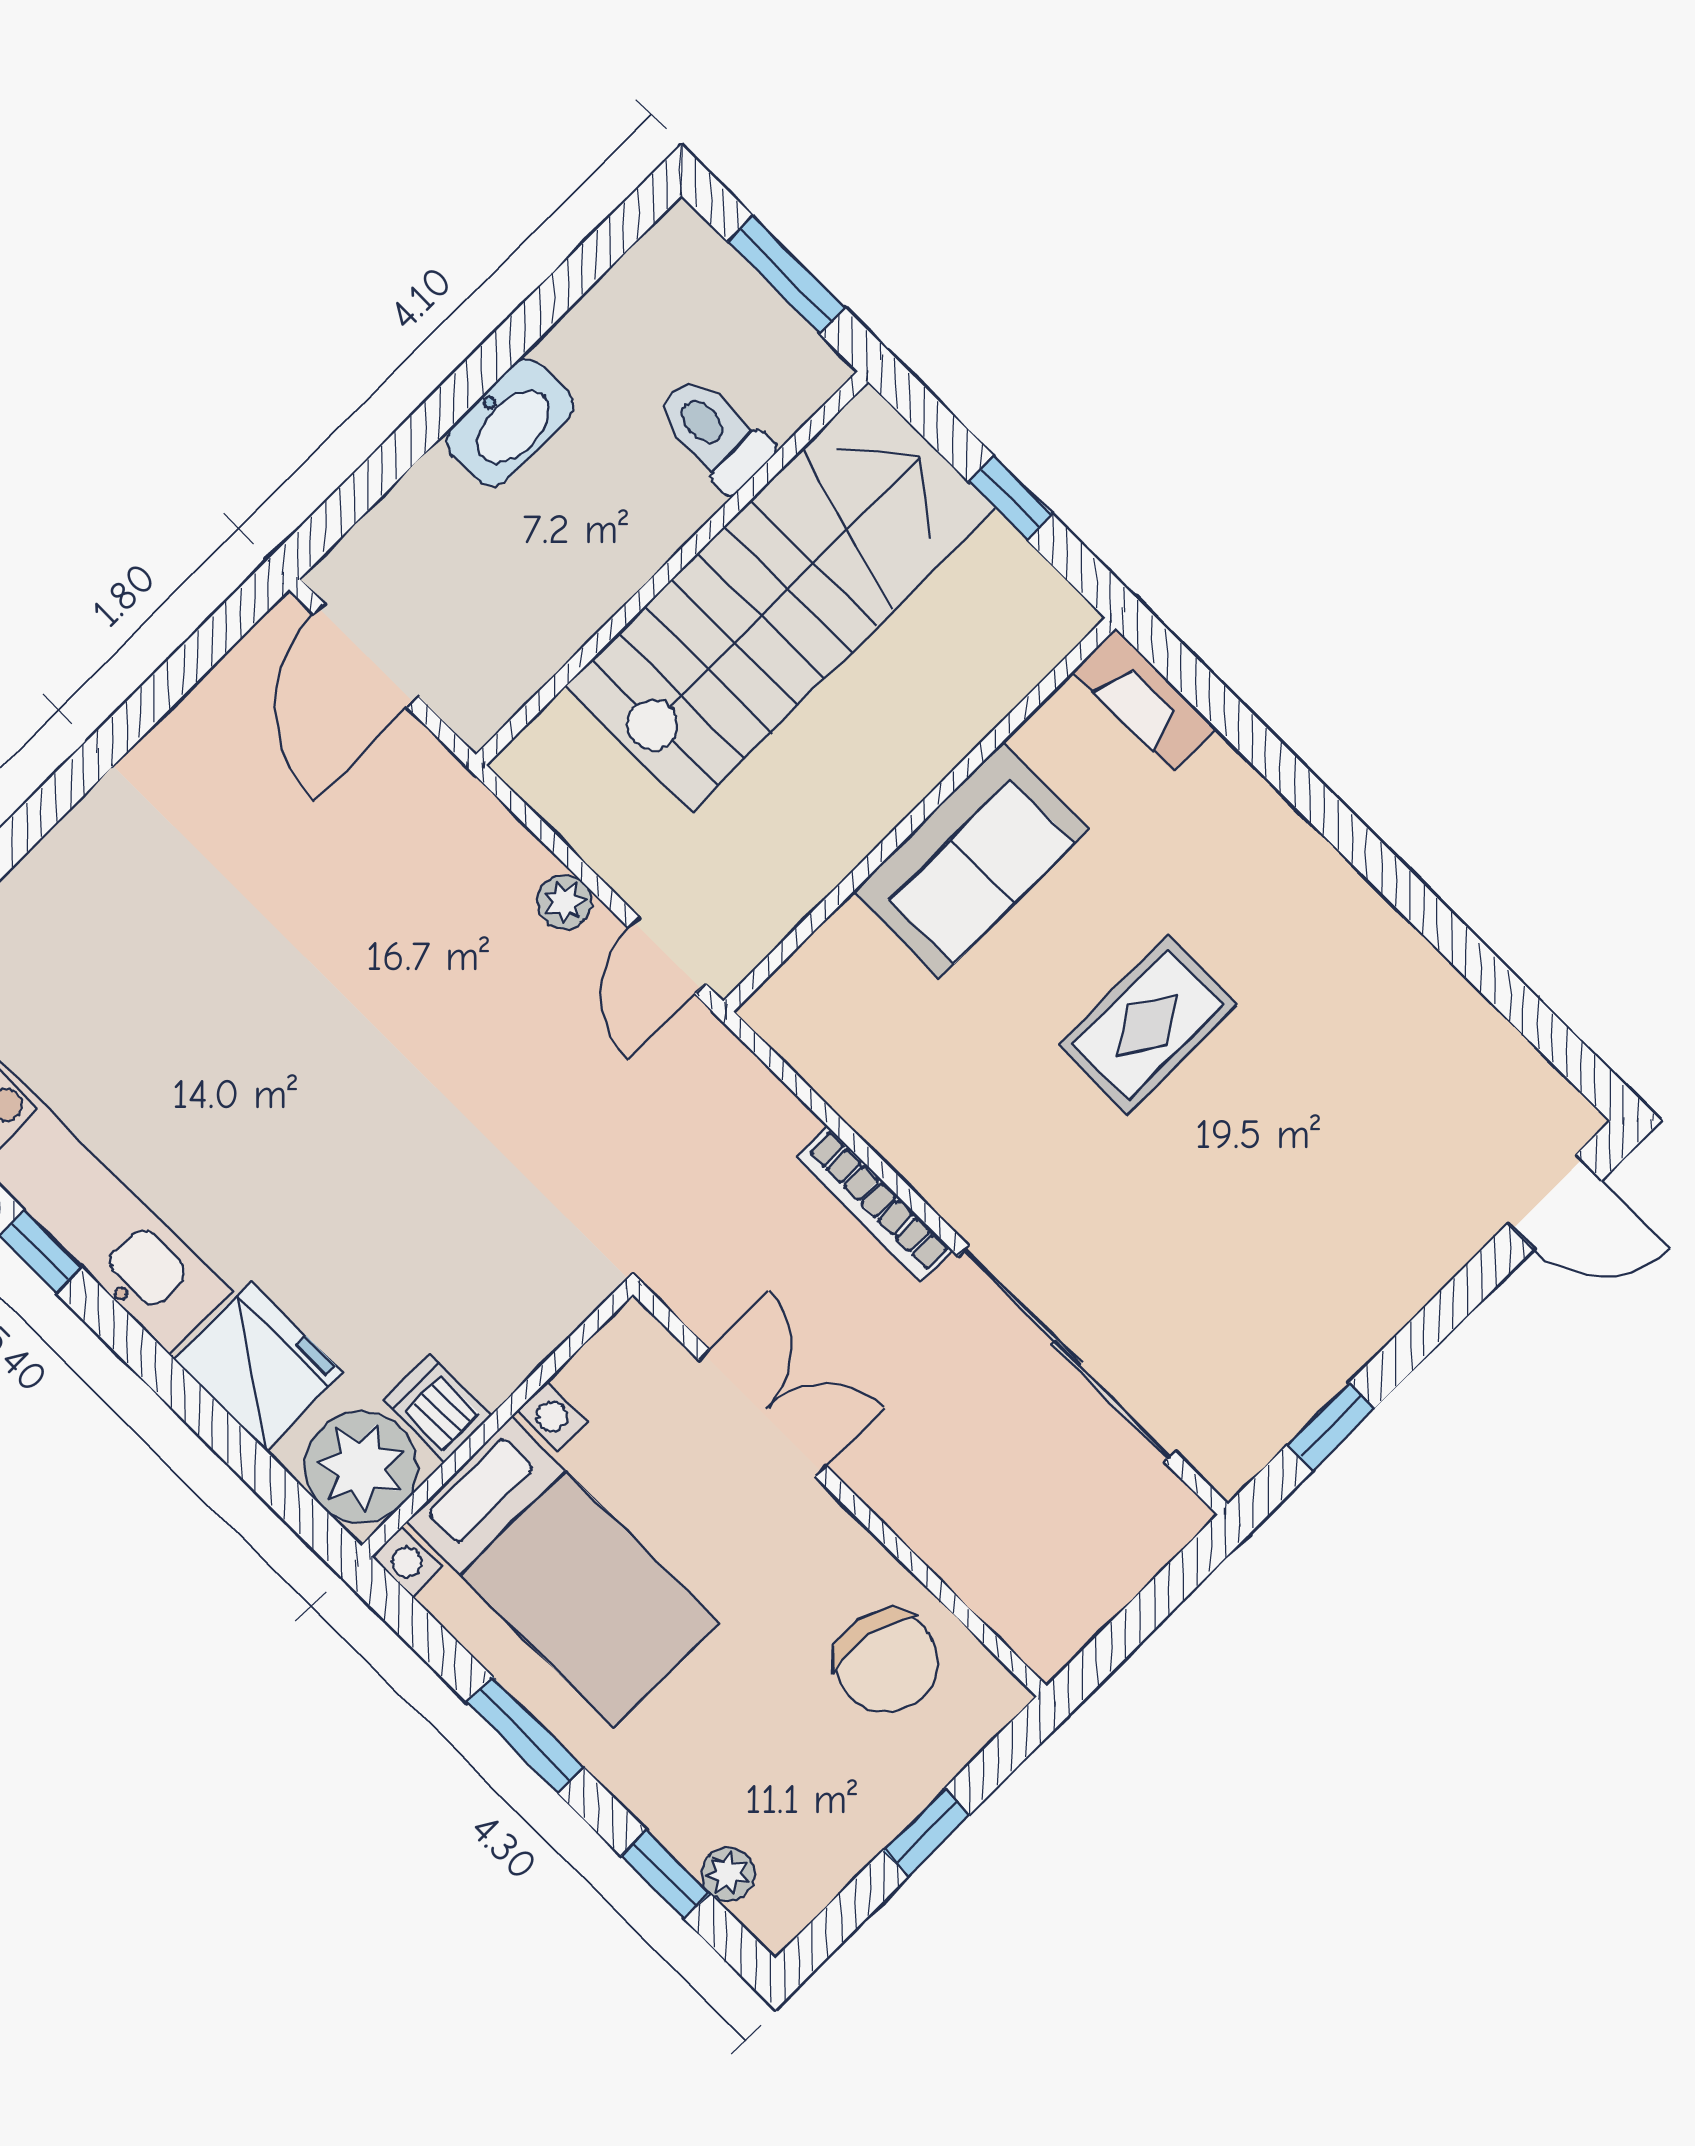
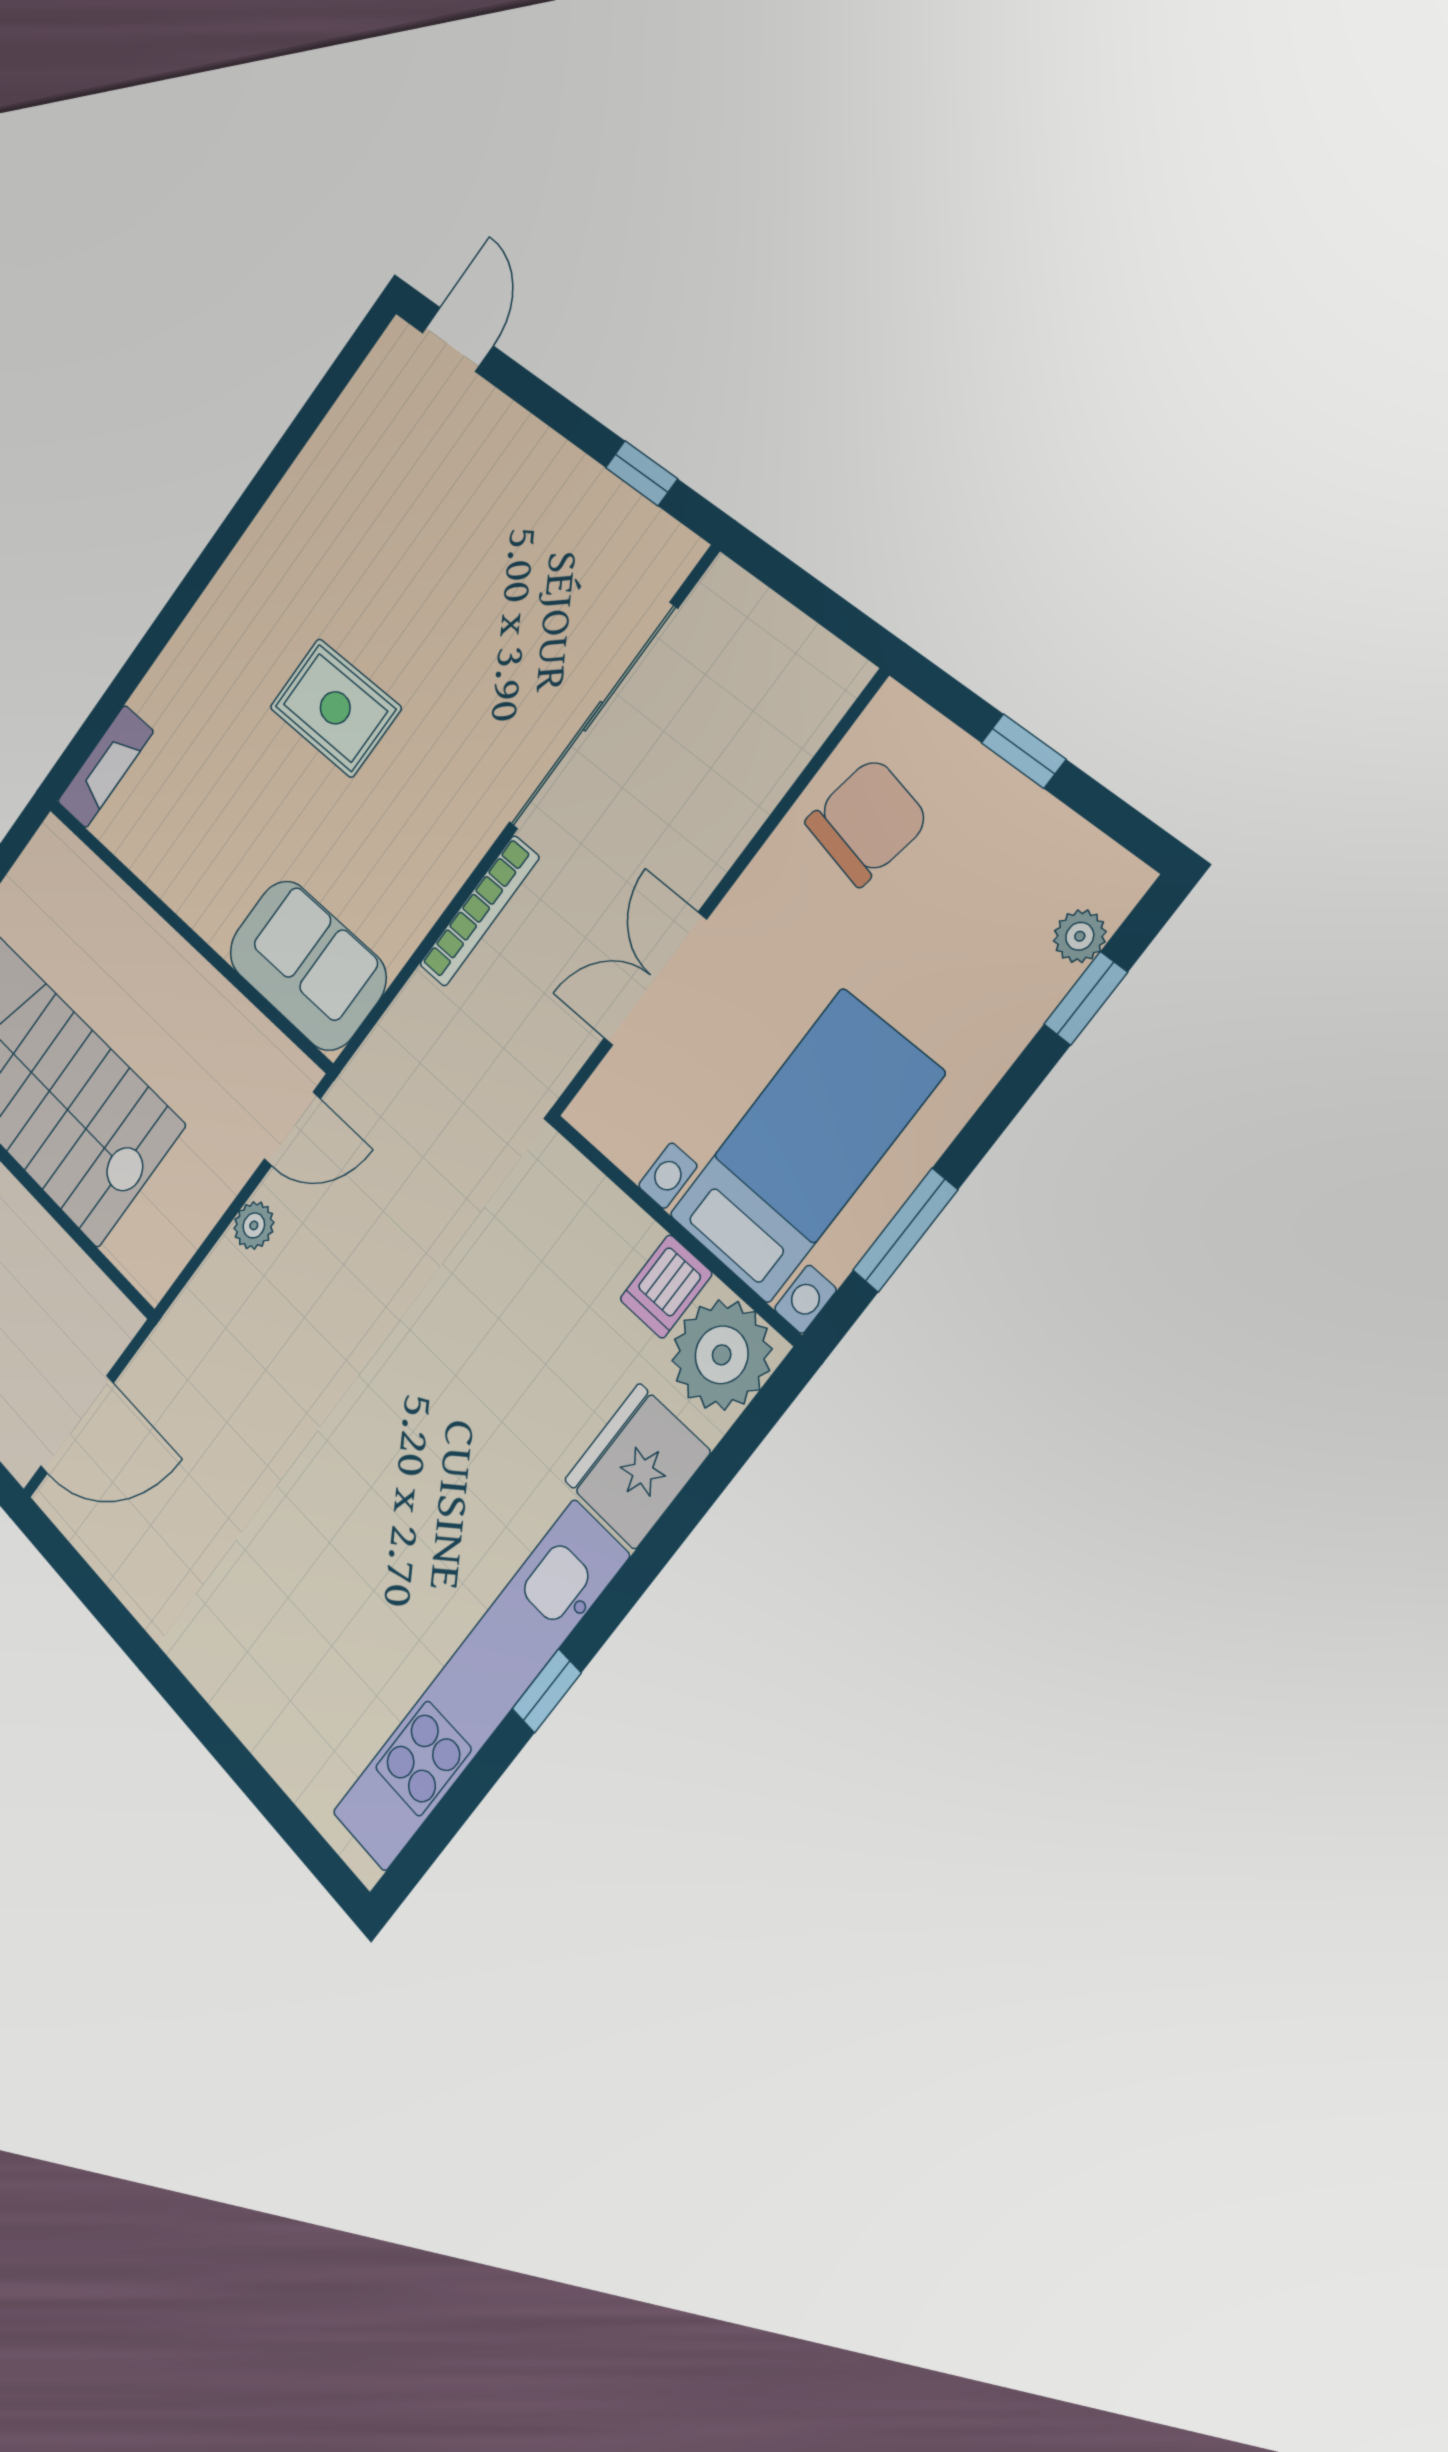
sofa: (971, 860) -> (307, 965), moved
window: (525, 1735) -> (905, 1230), moved

